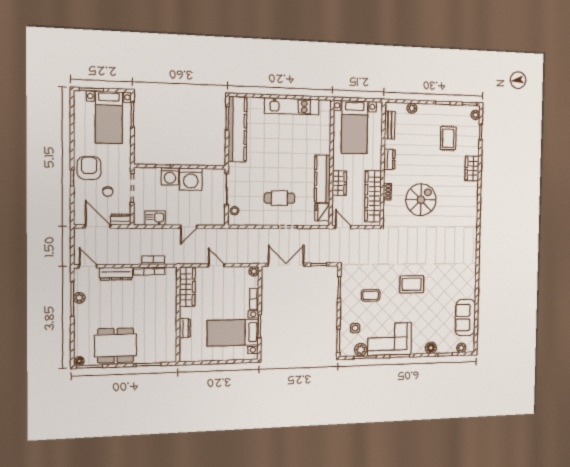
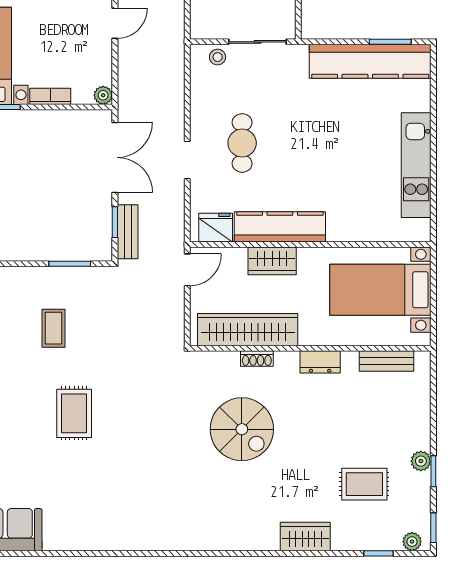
plant: (412, 108) -> (421, 461), moved
bench: (324, 258) -> (128, 232), added

